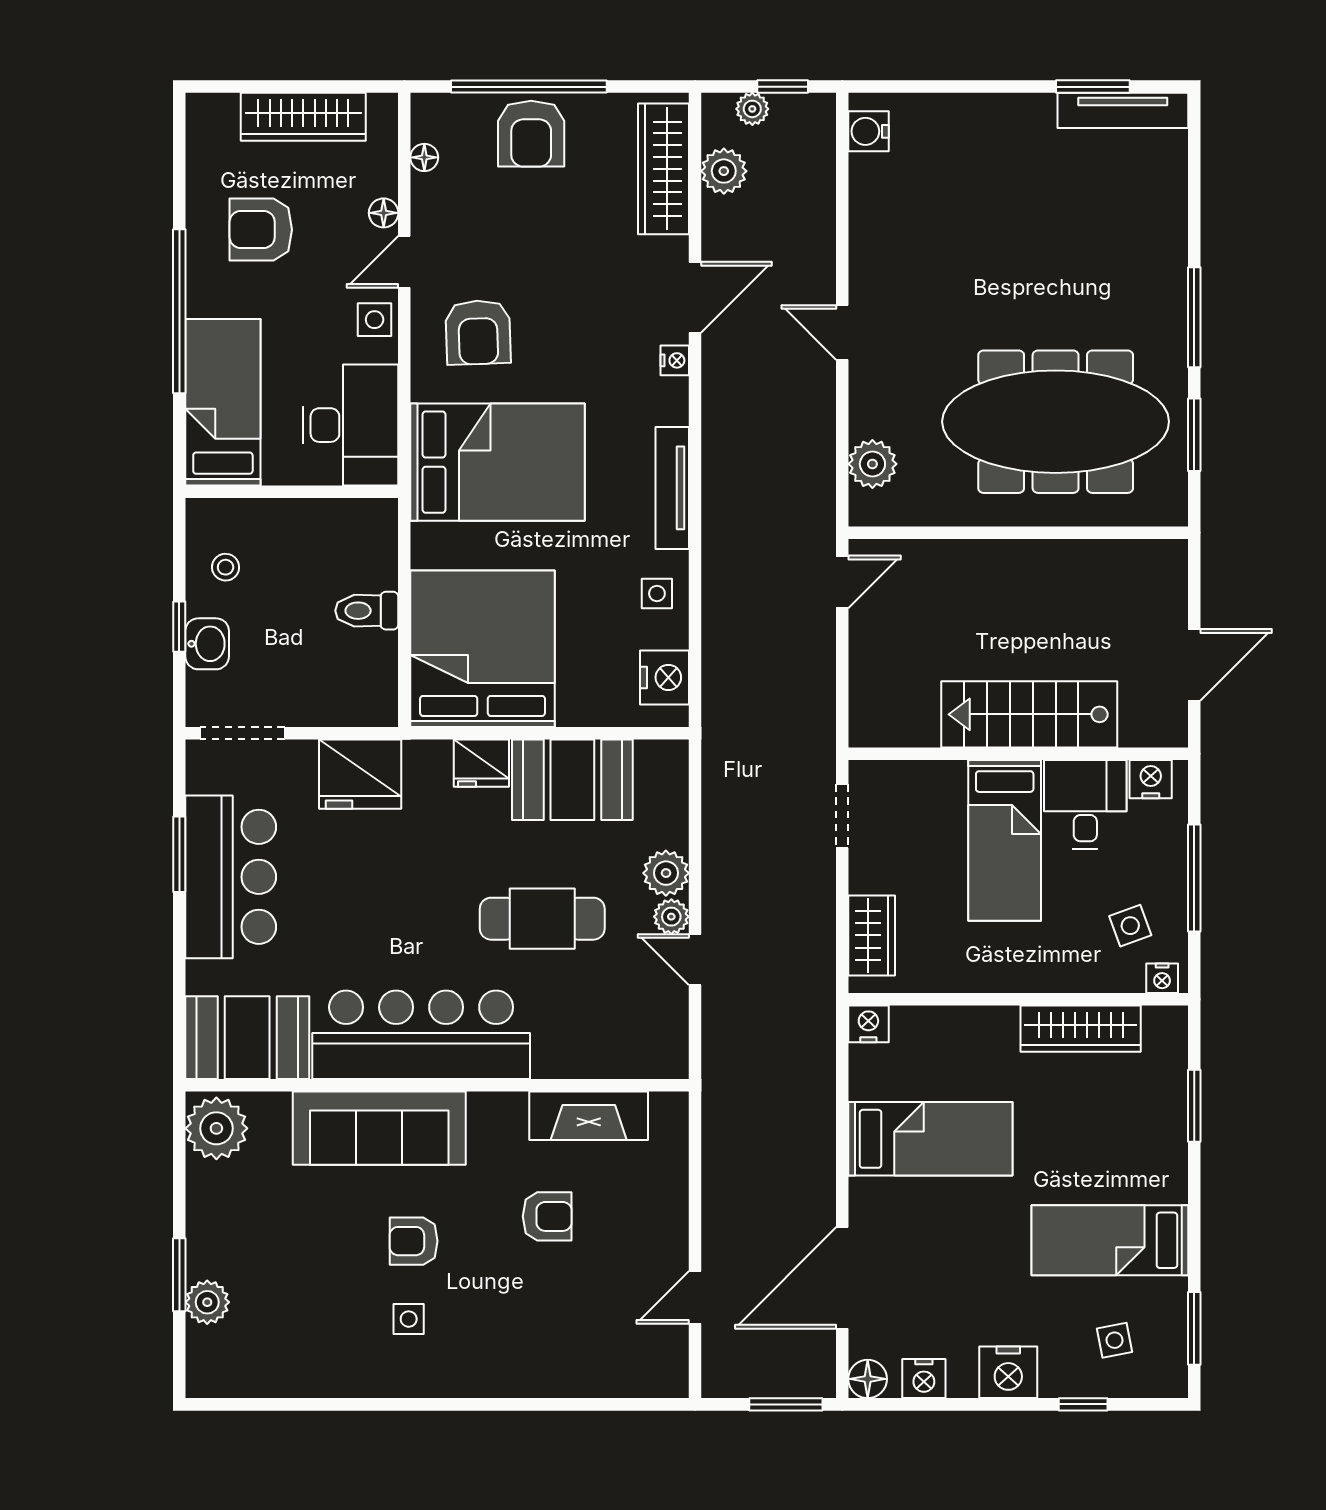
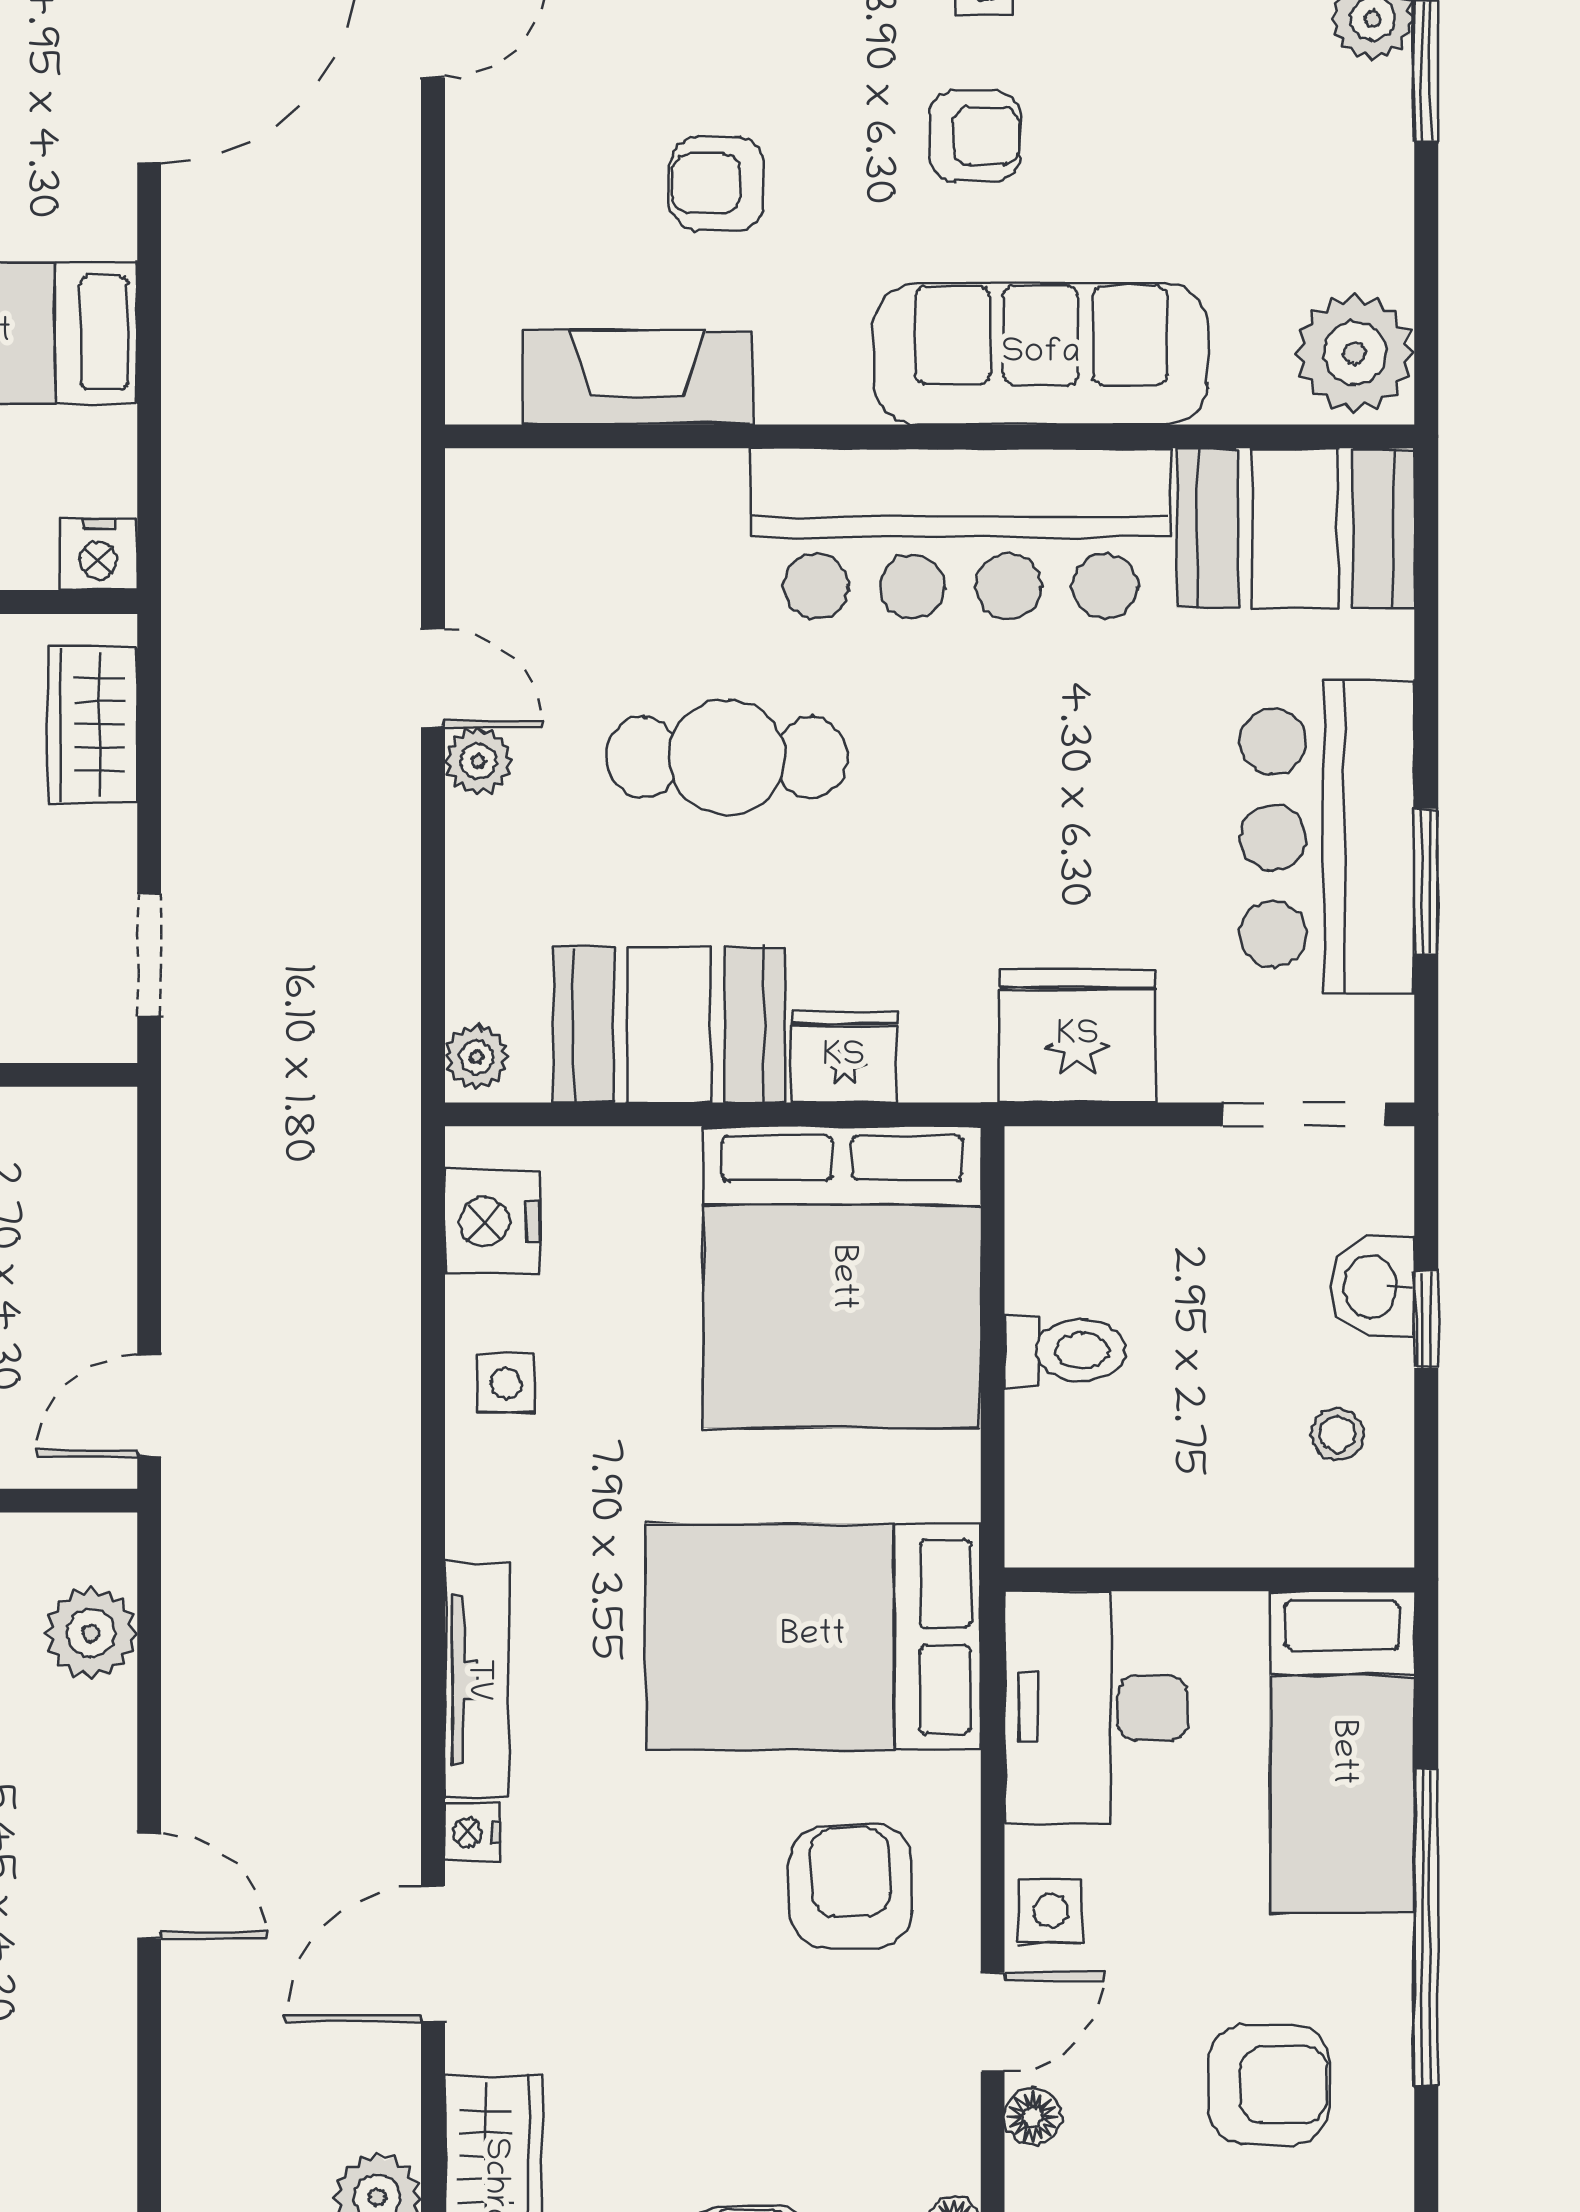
tv unit: (672, 488) -> (477, 1680), moved
plant: (666, 873) -> (477, 1057), moved, width x0.73, depth x0.73

